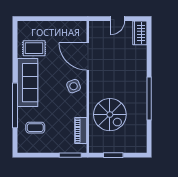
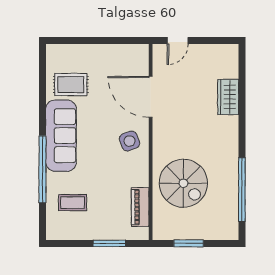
door: (117, 19) -> (178, 41), moved
wardrobe: (140, 33) -> (228, 97), moved
window: (149, 99) -> (242, 190), moved
window: (70, 155) -> (109, 243), moved

